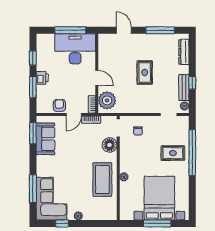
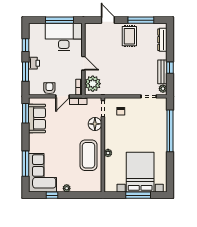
rug: (145, 72) -> (129, 36), moved
rug: (173, 153) -> (152, 131), removed

